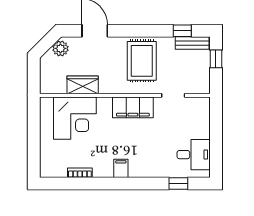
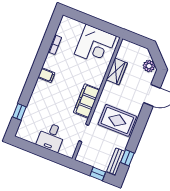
corner desk: (75, 118) -> (95, 45), moved, turned -90
desk: (194, 155) -> (51, 137), moved

